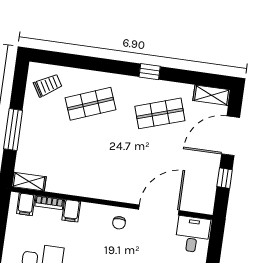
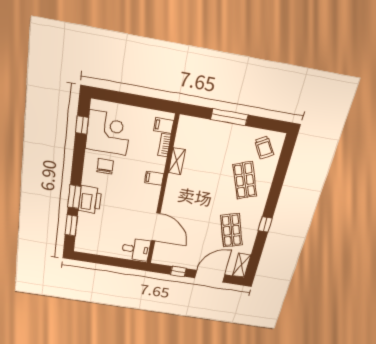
door: (231, 136) -> (210, 276), hinge flipped
shelving: (29, 182) -> (177, 161), moved
filing cabinet: (71, 211) -> (154, 178), moved
chair: (119, 223) -> (146, 198), removed

